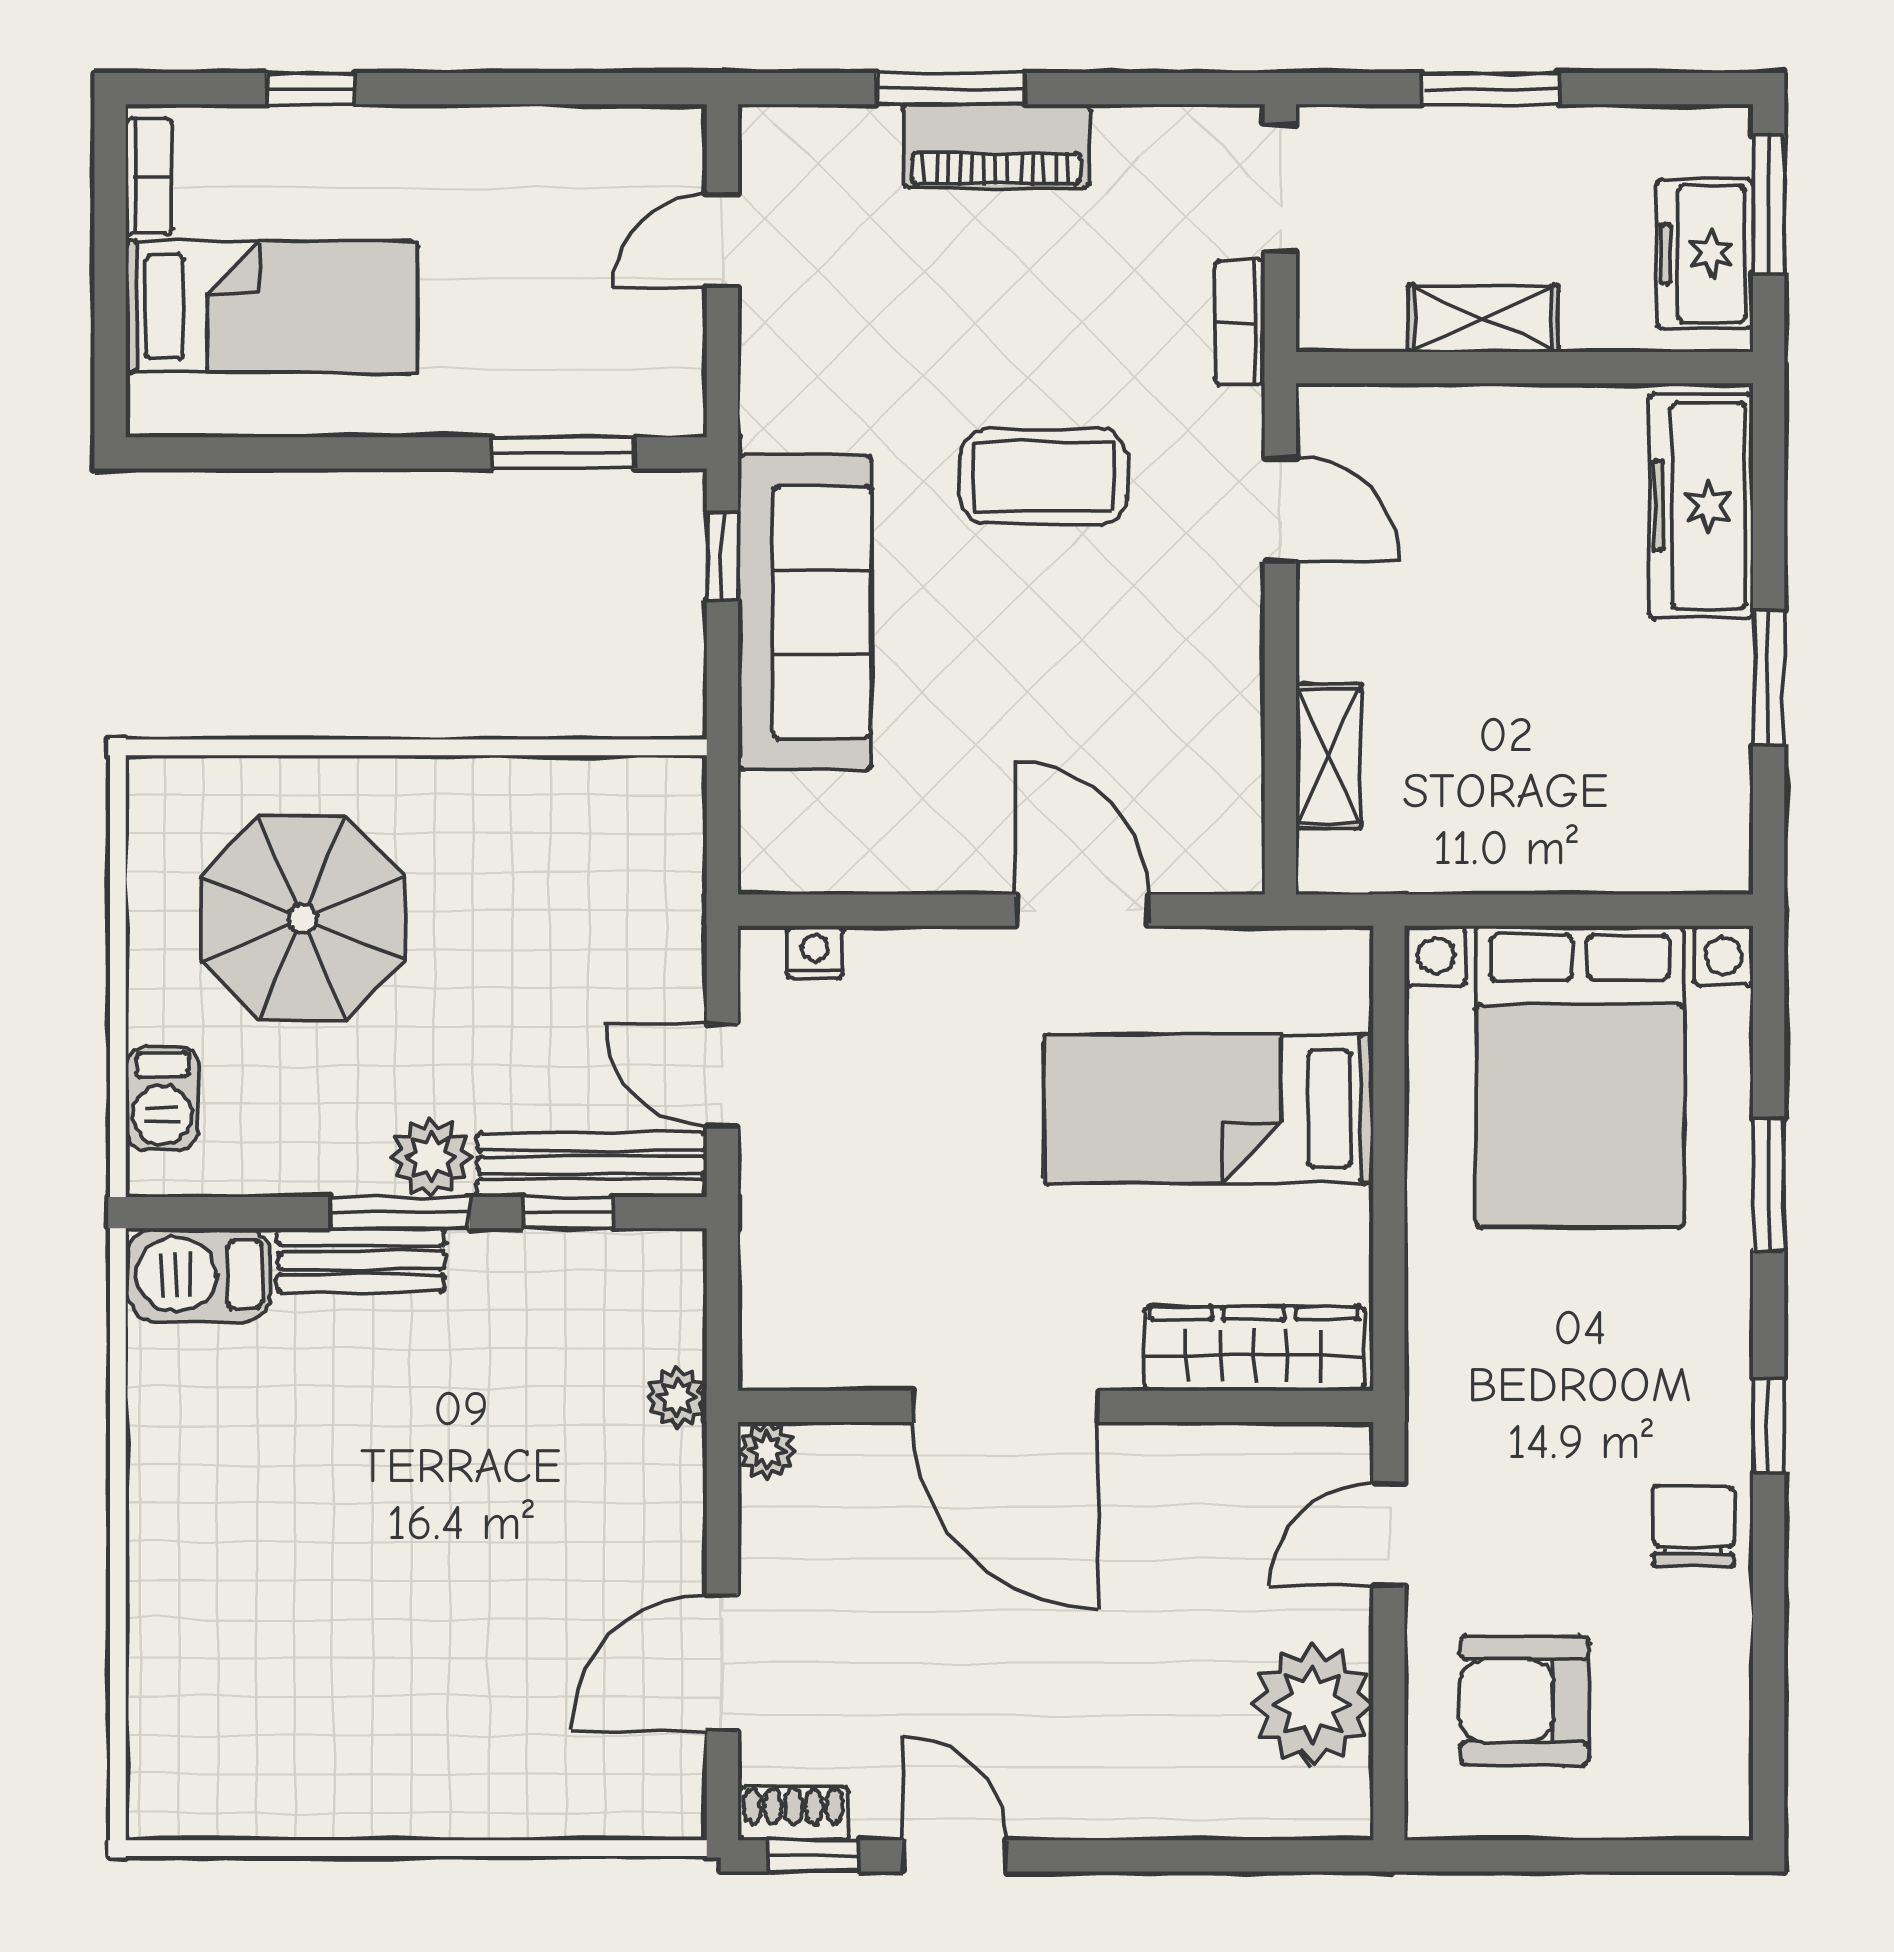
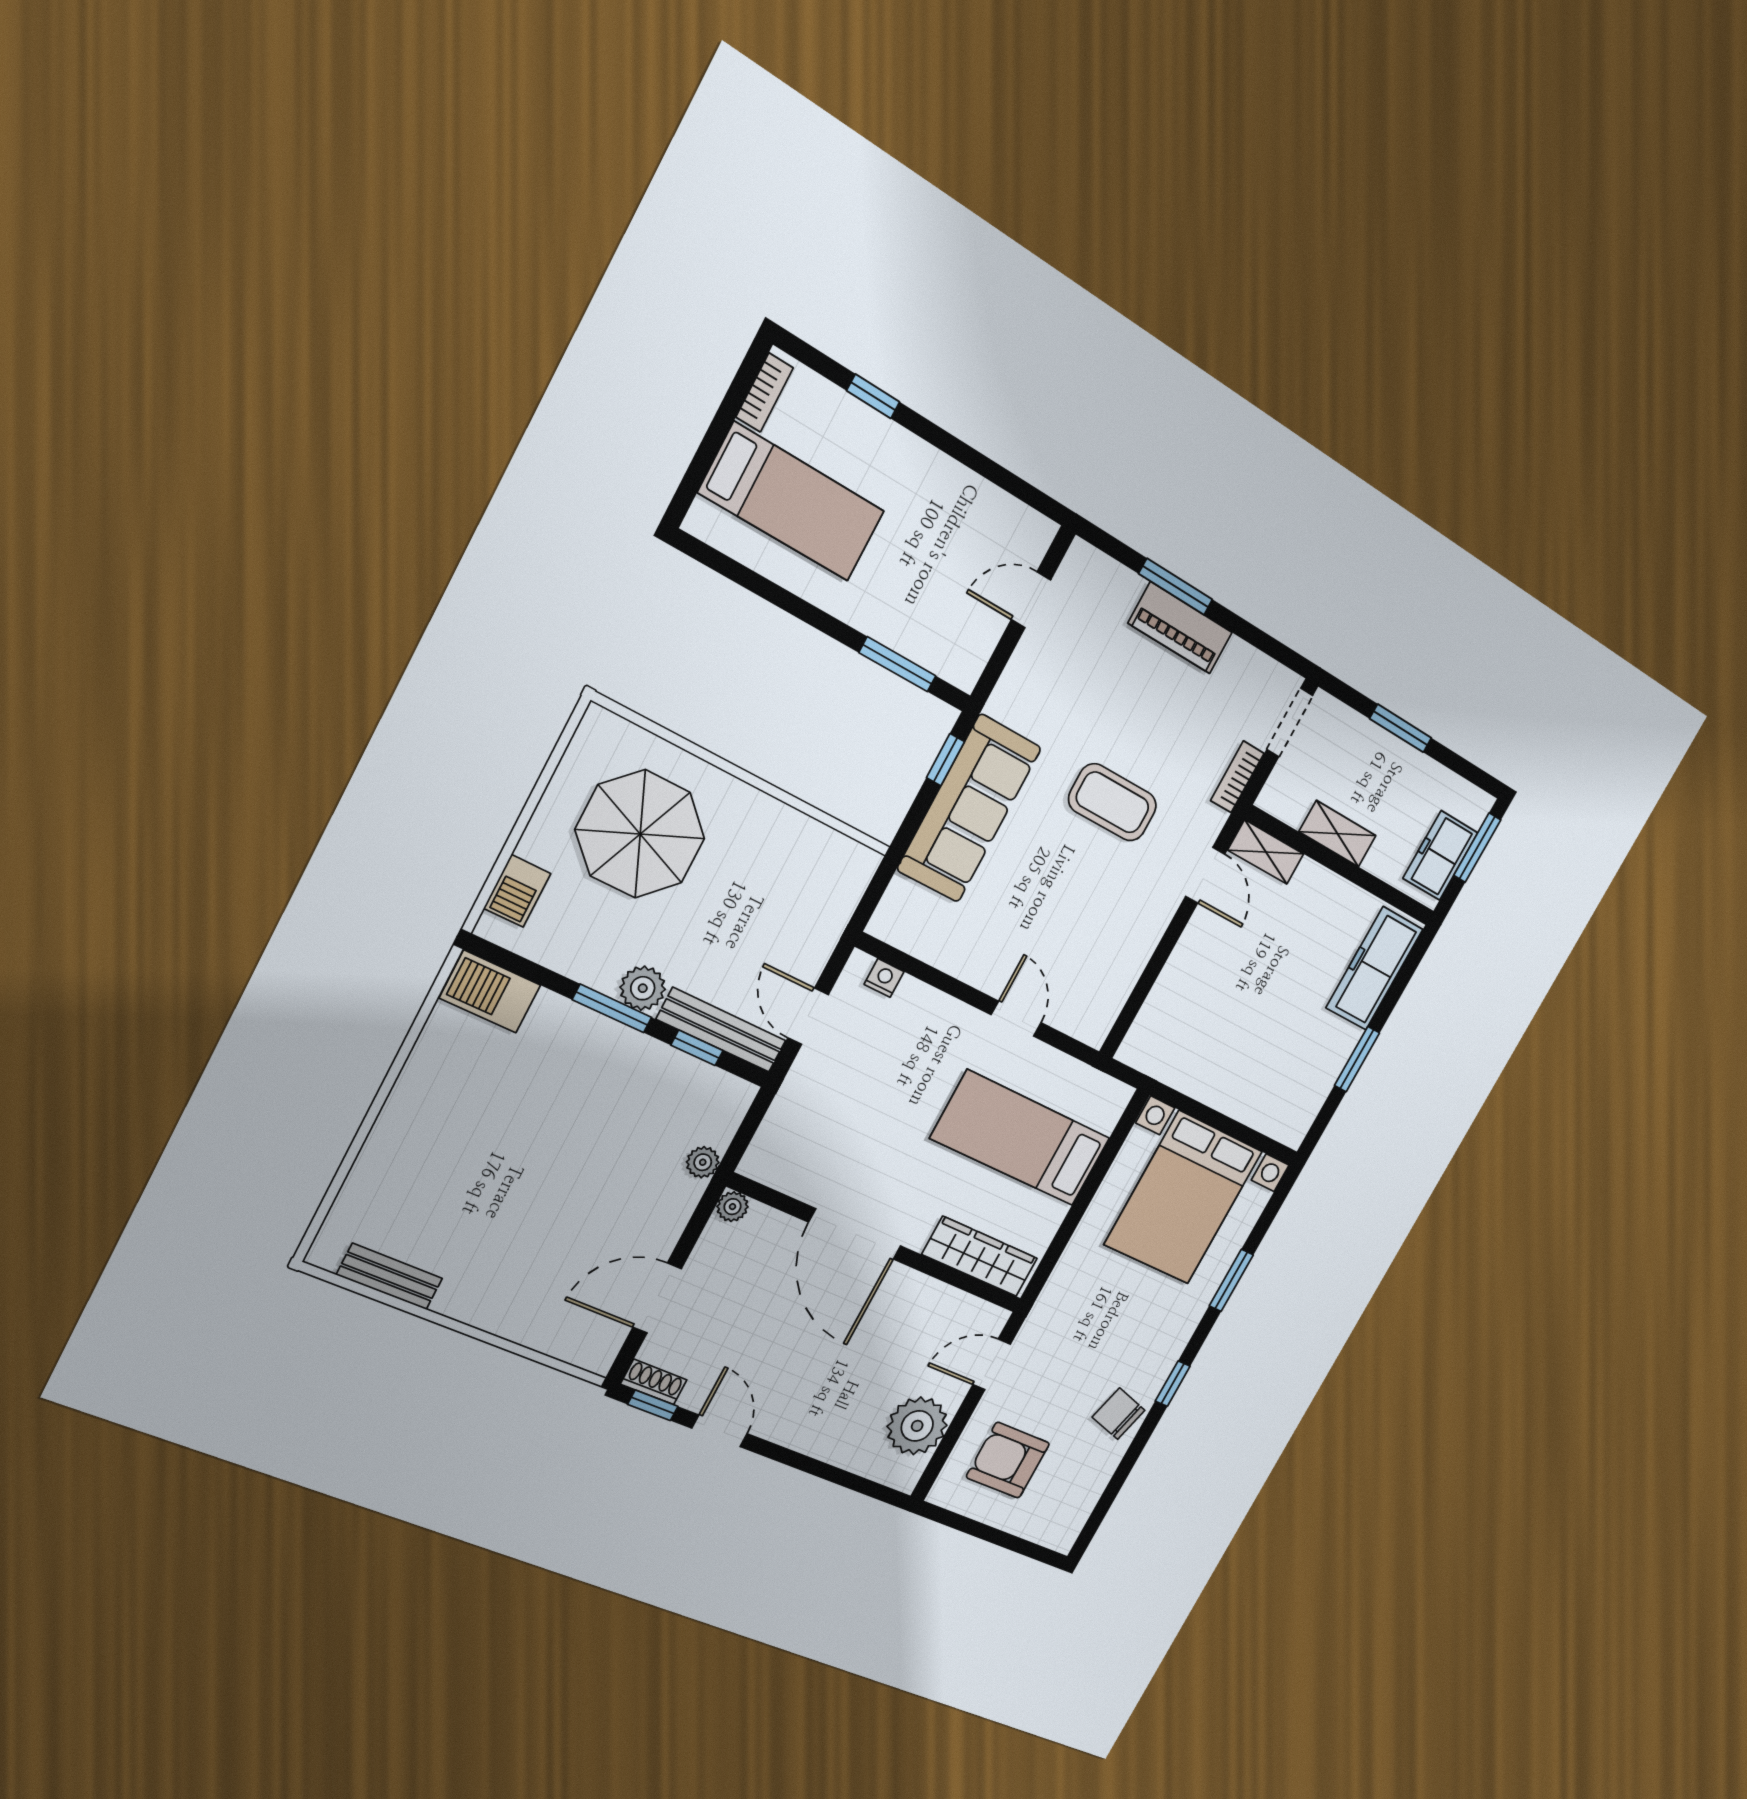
shelving: (1328, 756) -> (1266, 852), moved, turned 90
door: (1082, 910) -> (1016, 1019), width x0.73
bench: (361, 1260) -> (390, 1277), moved
chair: (1693, 1526) -> (1119, 1414), turned -74

